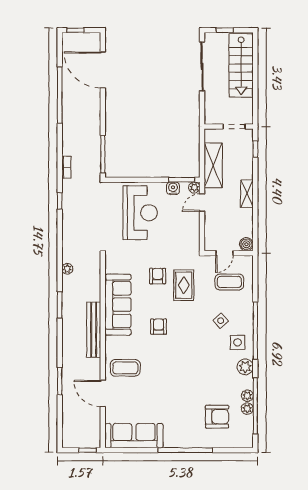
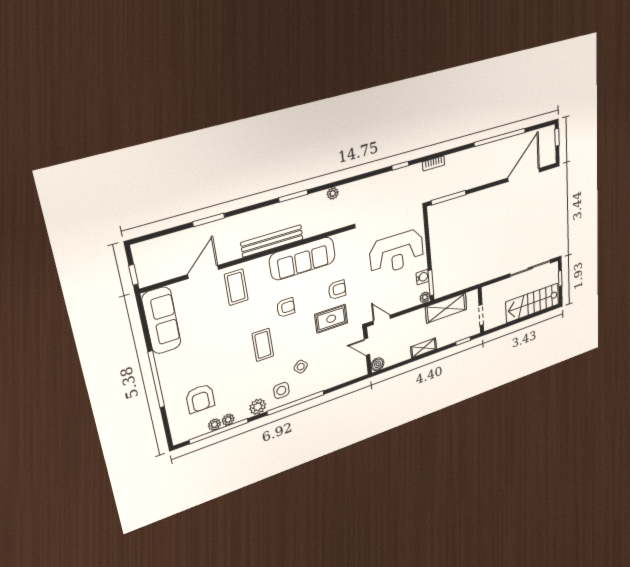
door: (202, 203) -> (382, 320), moved
coffee table: (229, 282) -> (263, 345), moved

